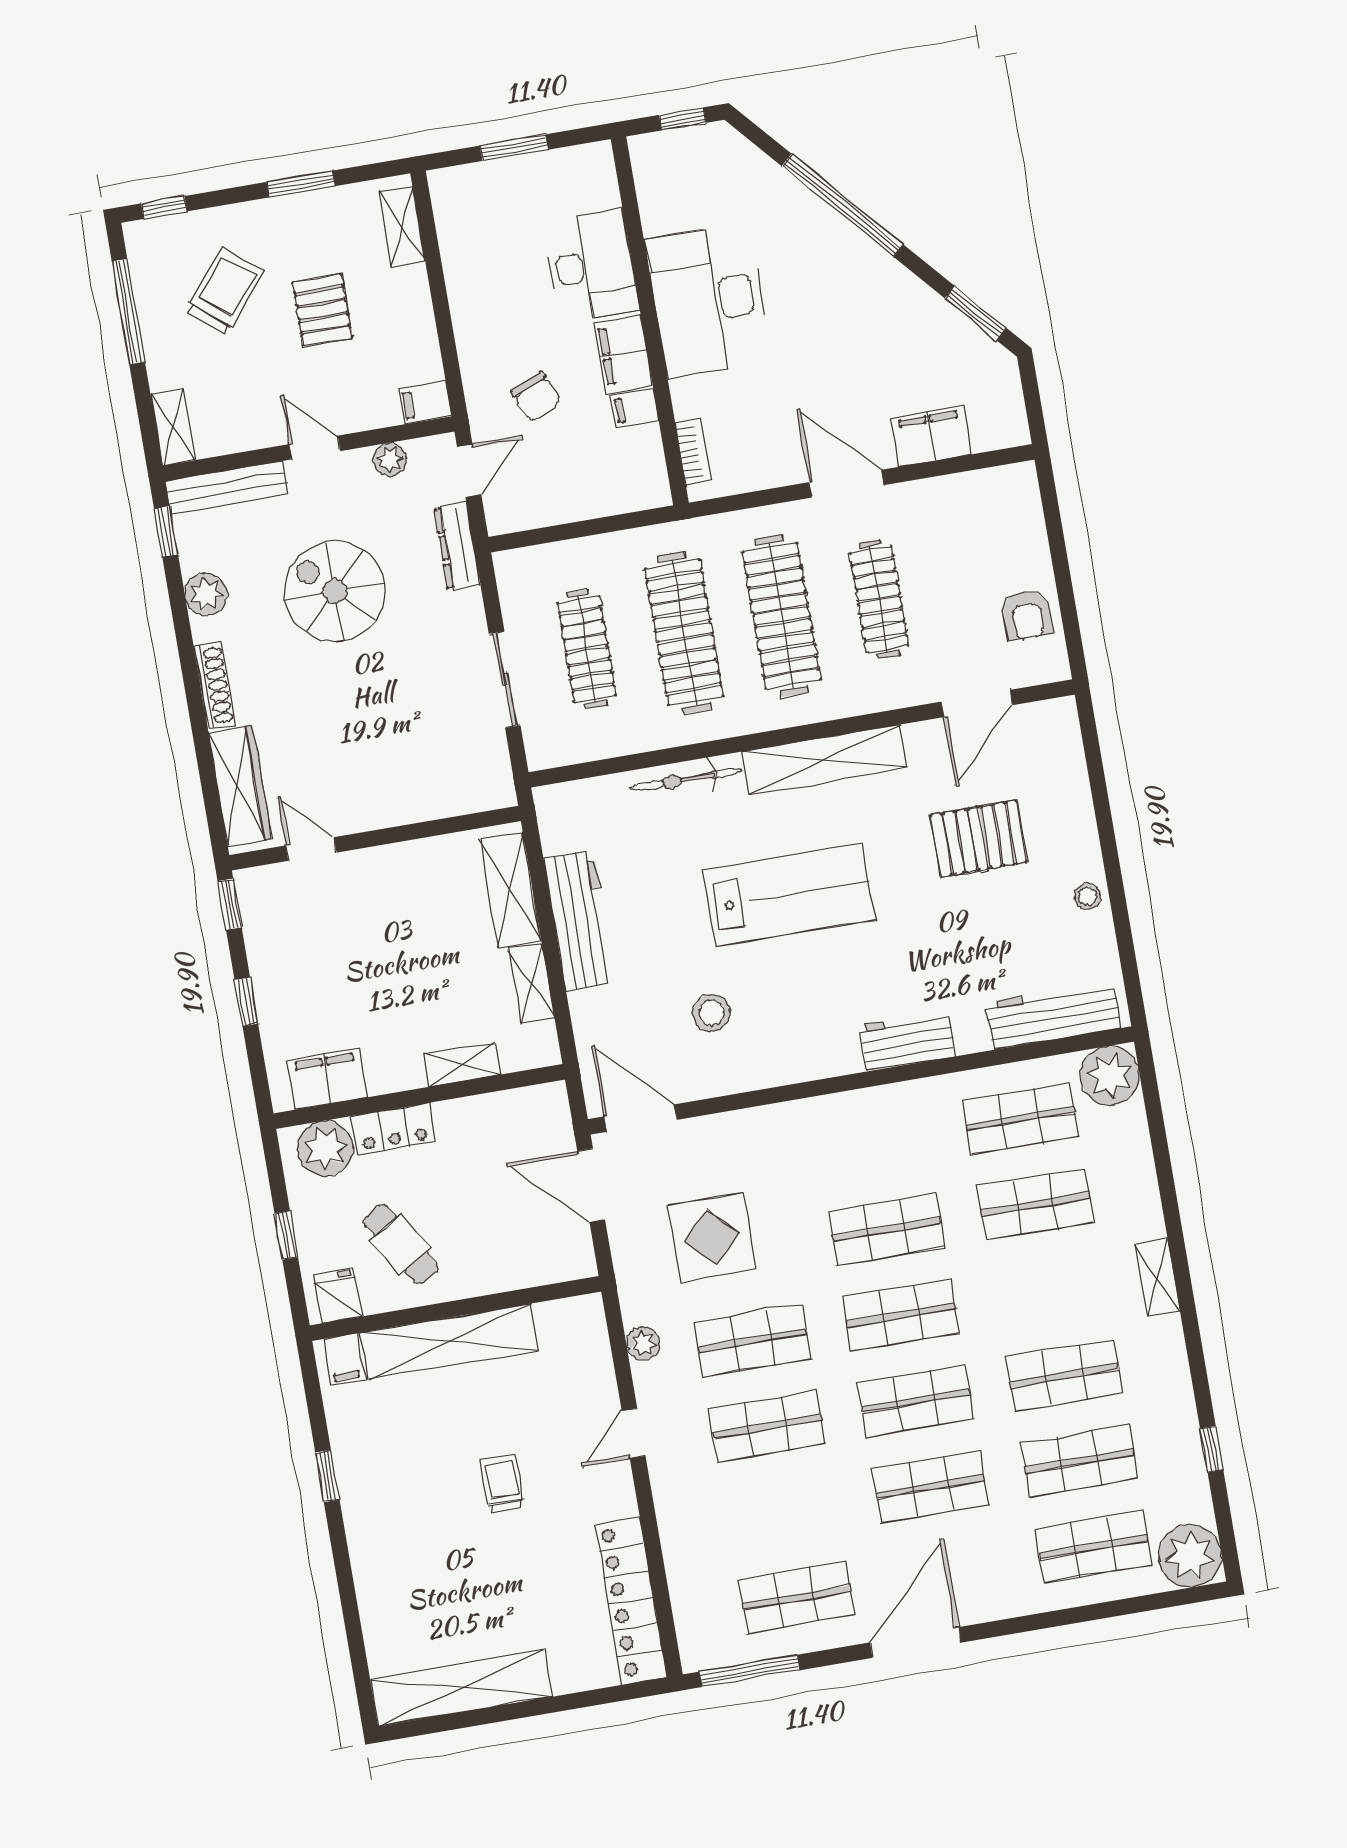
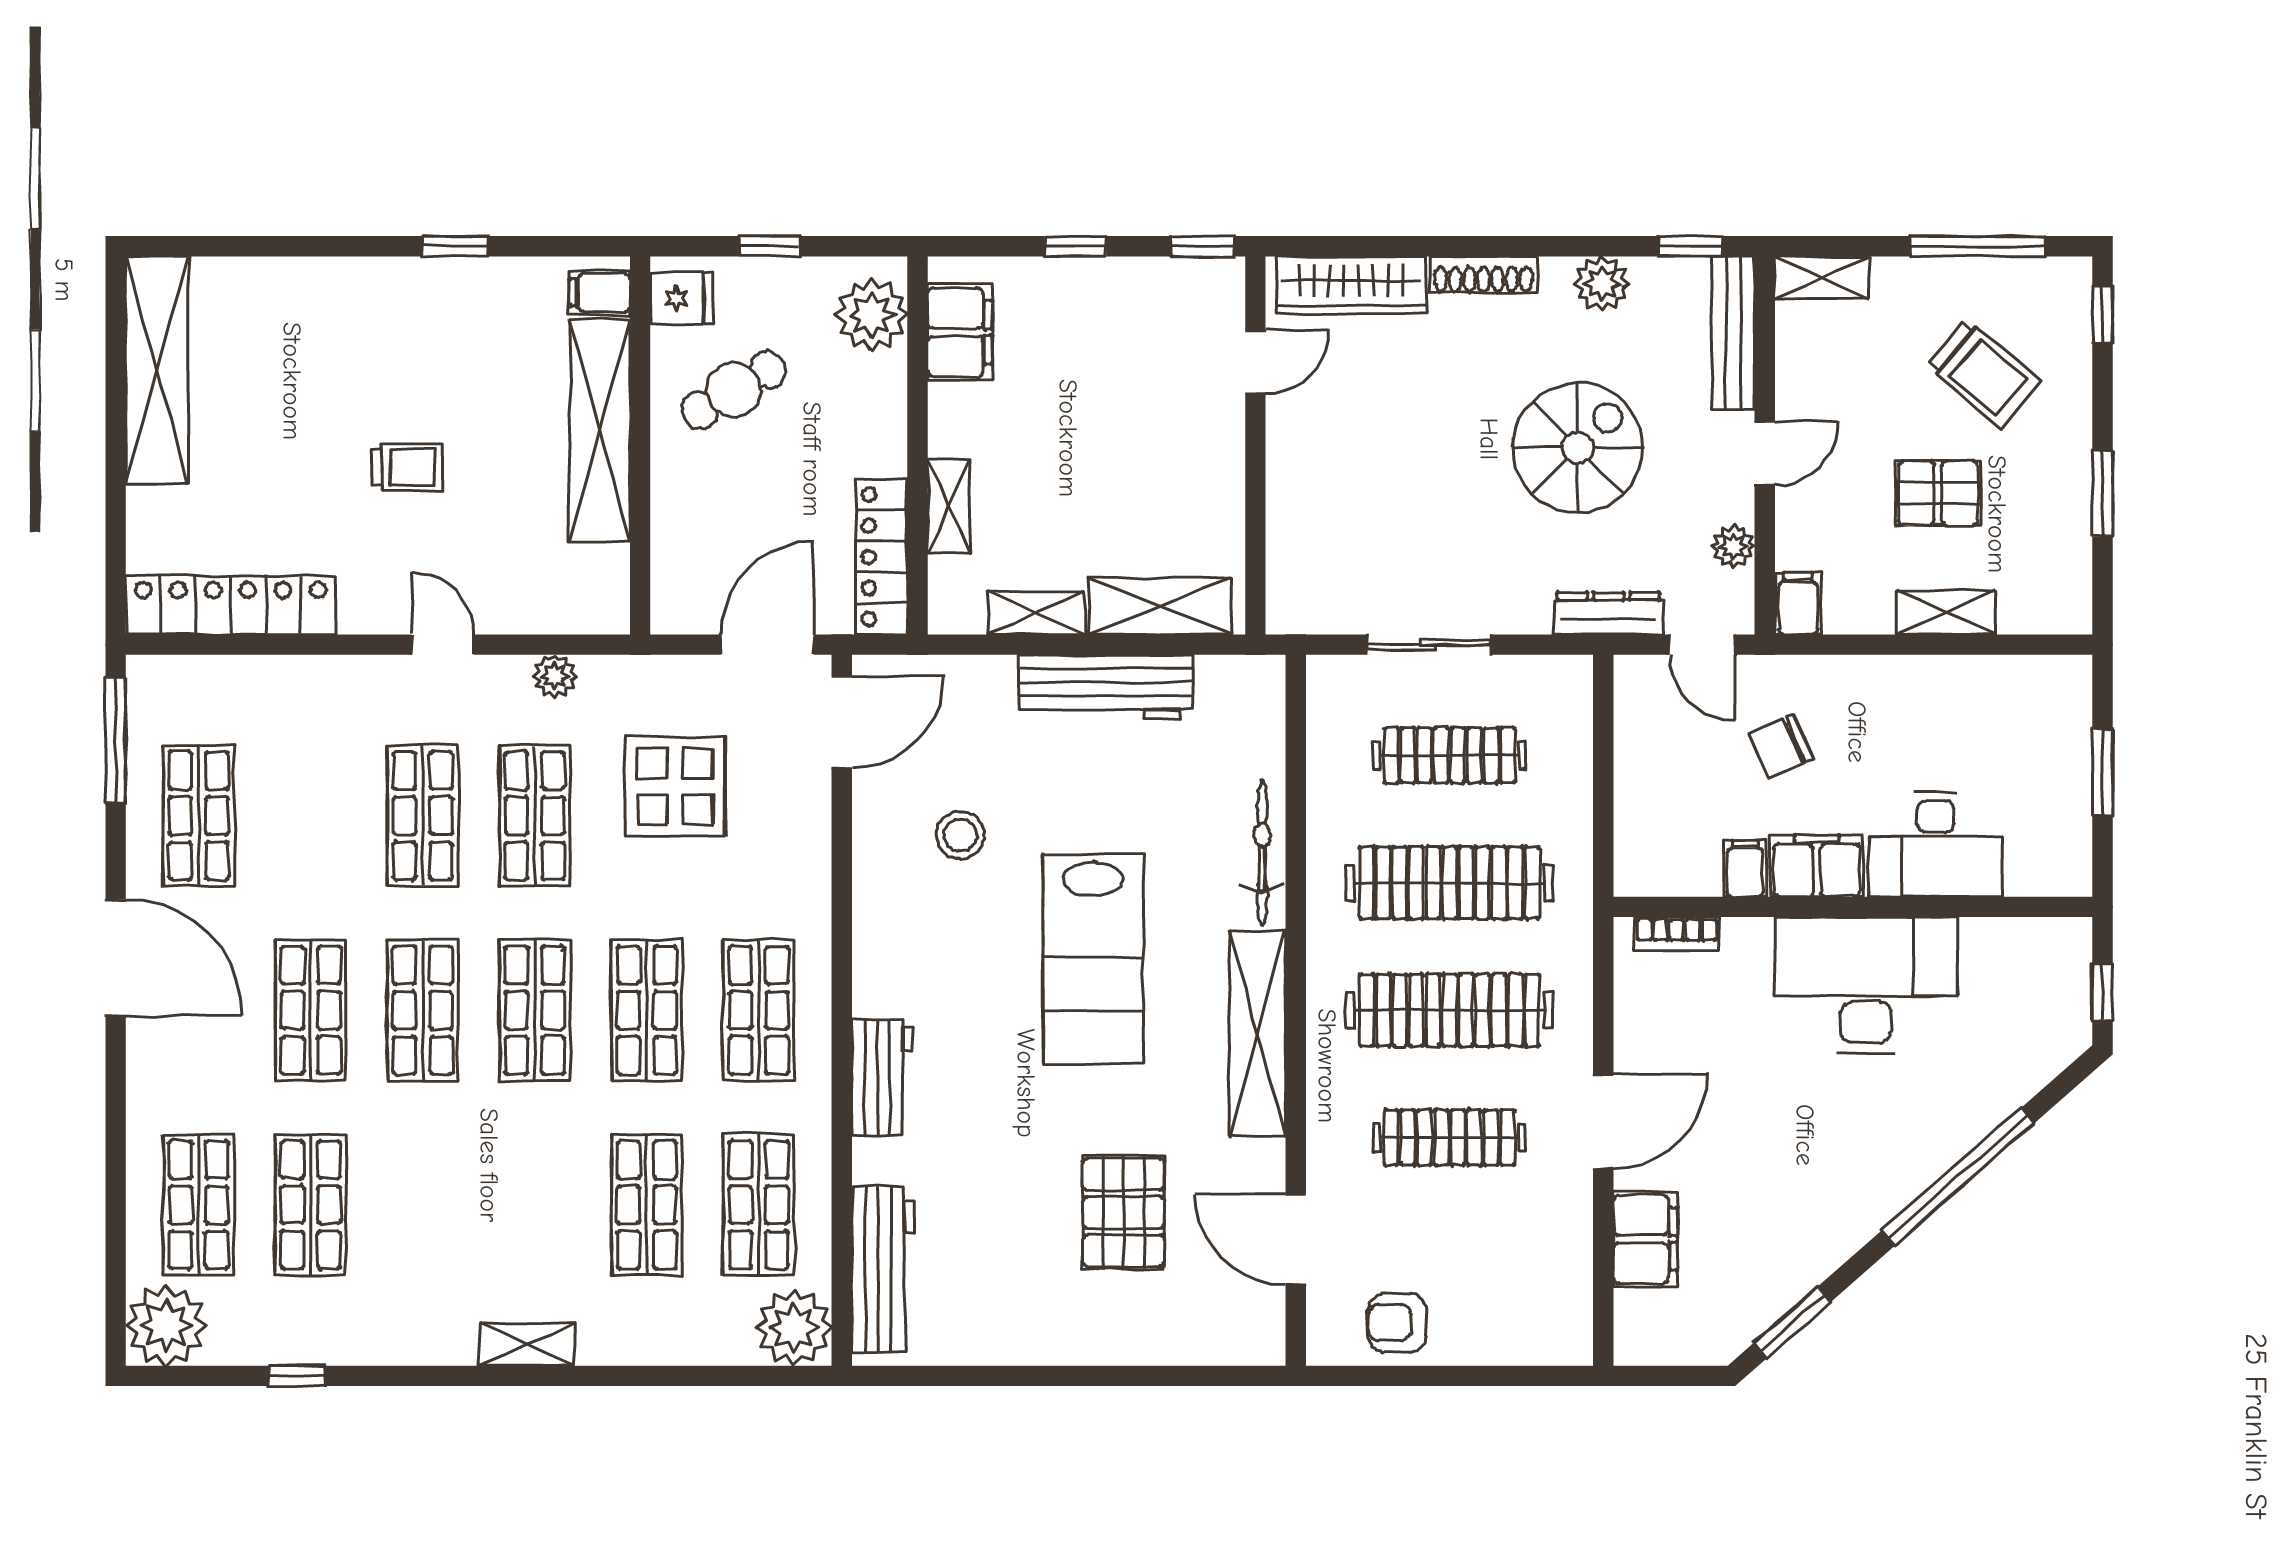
shelving: (402, 226) -> (1946, 612), moved
stool: (1088, 896) -> (1027, 1338), removed
locker: (394, 1129) -> (882, 557), moved, width x1.53
shop shelf: (1064, 1375) -> (759, 1010), moved

